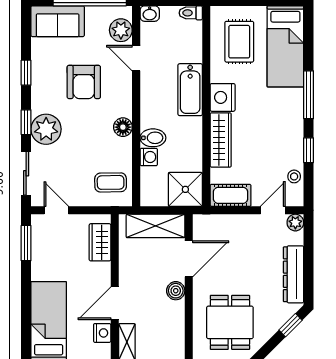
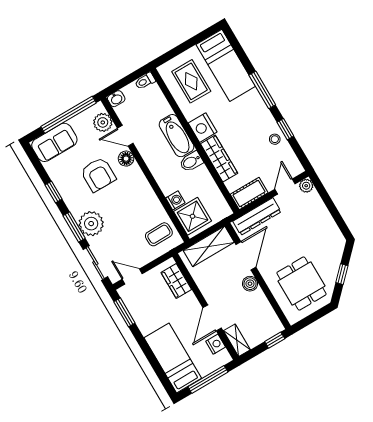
window: (26, 122) -> (74, 227), width x1.50
floor lamp: (123, 127) -> (126, 159), moved
bidet: (153, 138) -> (191, 162), moved, turned 180
stool: (294, 176) -> (275, 139), moved
shower: (185, 189) -> (192, 216), moved
dresser: (294, 274) -> (257, 216), moved, turned -90
window: (290, 325) -> (342, 274), moved

